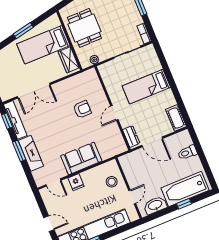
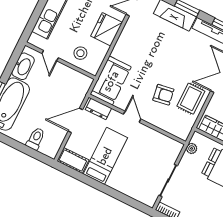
bed: (146, 87) -> (105, 156), moved
rug: (67, 92) -> (191, 99), added
armchair: (82, 109) -> (163, 95), turned -99
sofa: (81, 158) -> (111, 81), moved
fridge: (76, 182) -> (107, 29), width x1.88, depth x1.34

